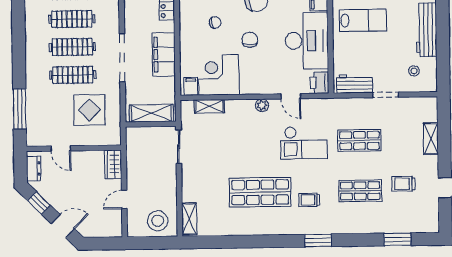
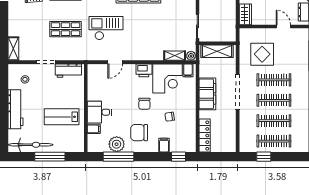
desk: (307, 41) -> (99, 112), width x0.53, depth x0.77
printer: (320, 83) -> (144, 70), moved, turned 90
door: (291, 96) -> (115, 62), swing flipped
plant: (262, 105) -> (191, 56), moved
shelving: (431, 139) -> (13, 49), moved

